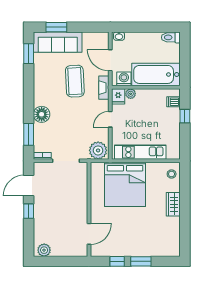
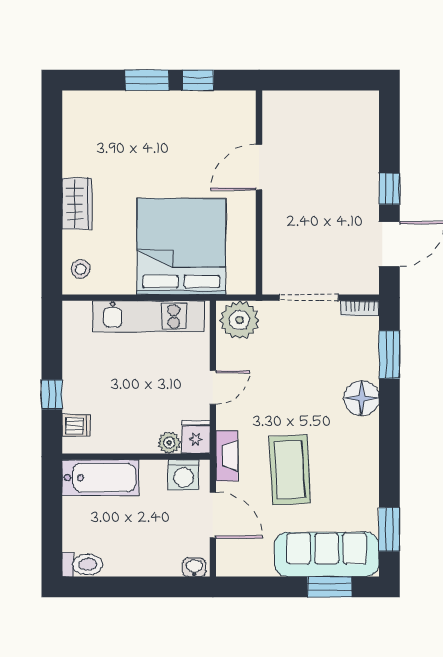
bathtub: (156, 74) -> (100, 478), width x0.73, depth x0.73
door: (89, 234) -> (259, 167), moved
plant: (44, 250) -> (356, 105), removed

